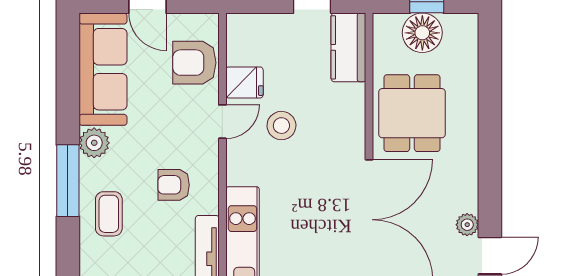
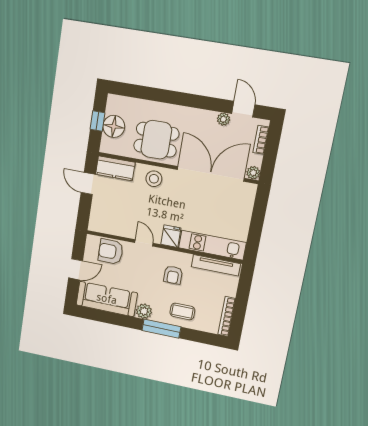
armchair: (194, 63) -> (111, 252), turned 90
fridge: (244, 82) -> (171, 236), moved
stool: (281, 126) -> (154, 179), moved

